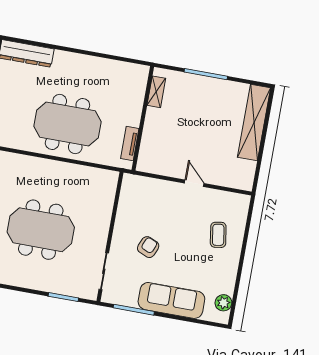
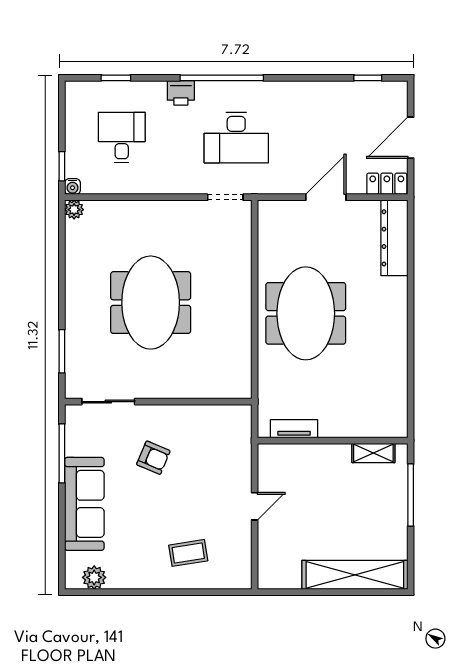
shelving: (156, 92) -> (373, 453), moved
wall: (143, 118) -> (333, 441), moved
tv unit: (130, 144) -> (294, 429), moved

